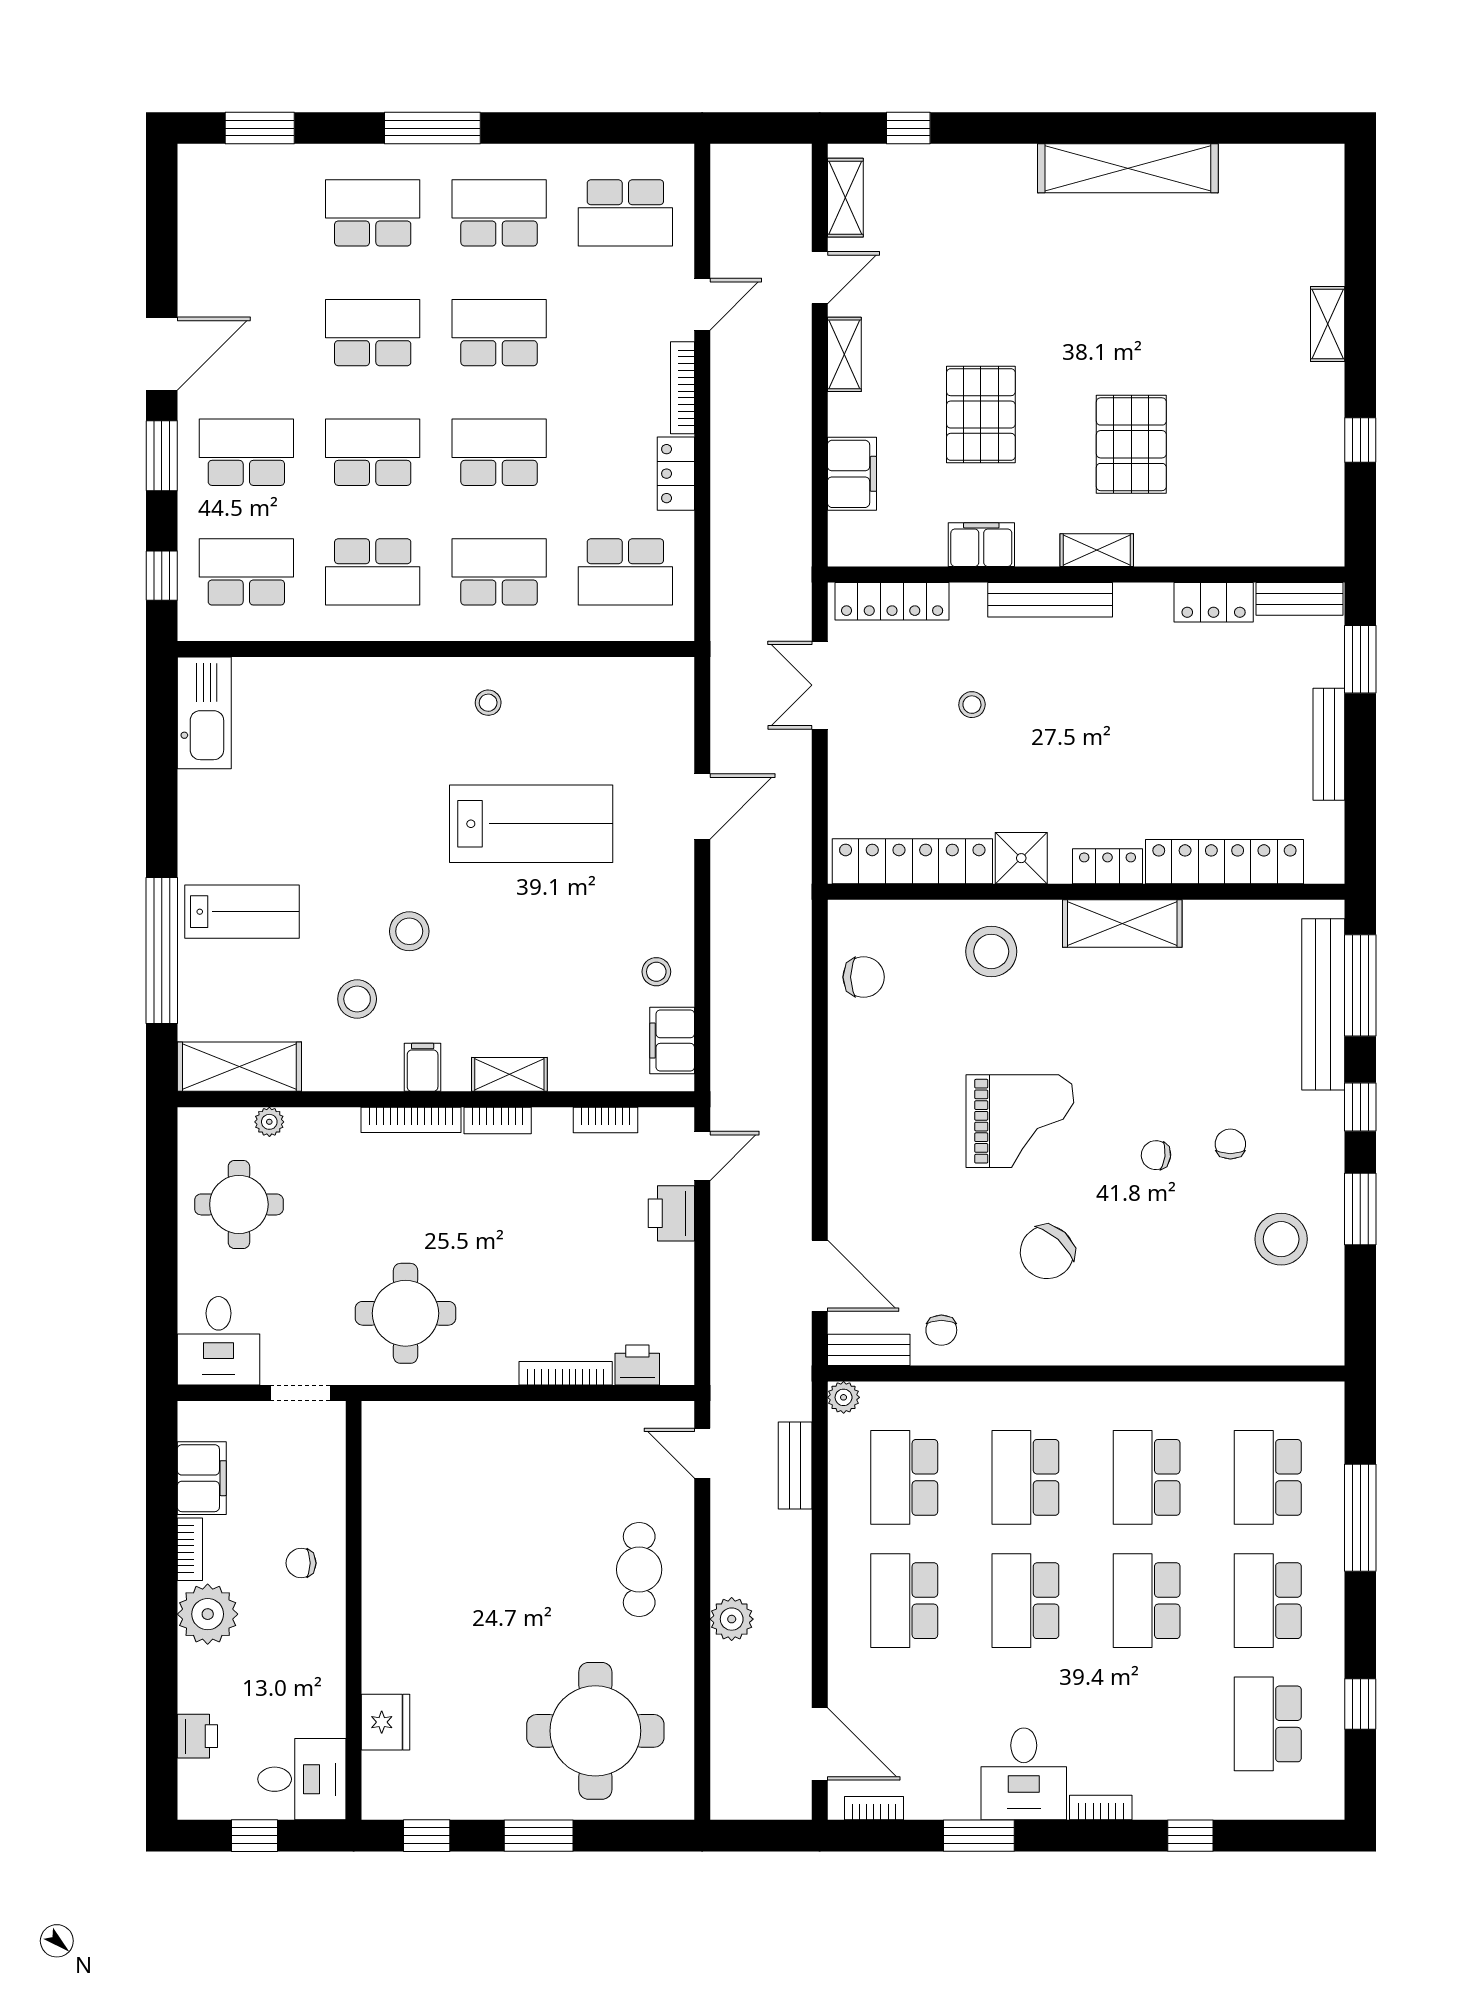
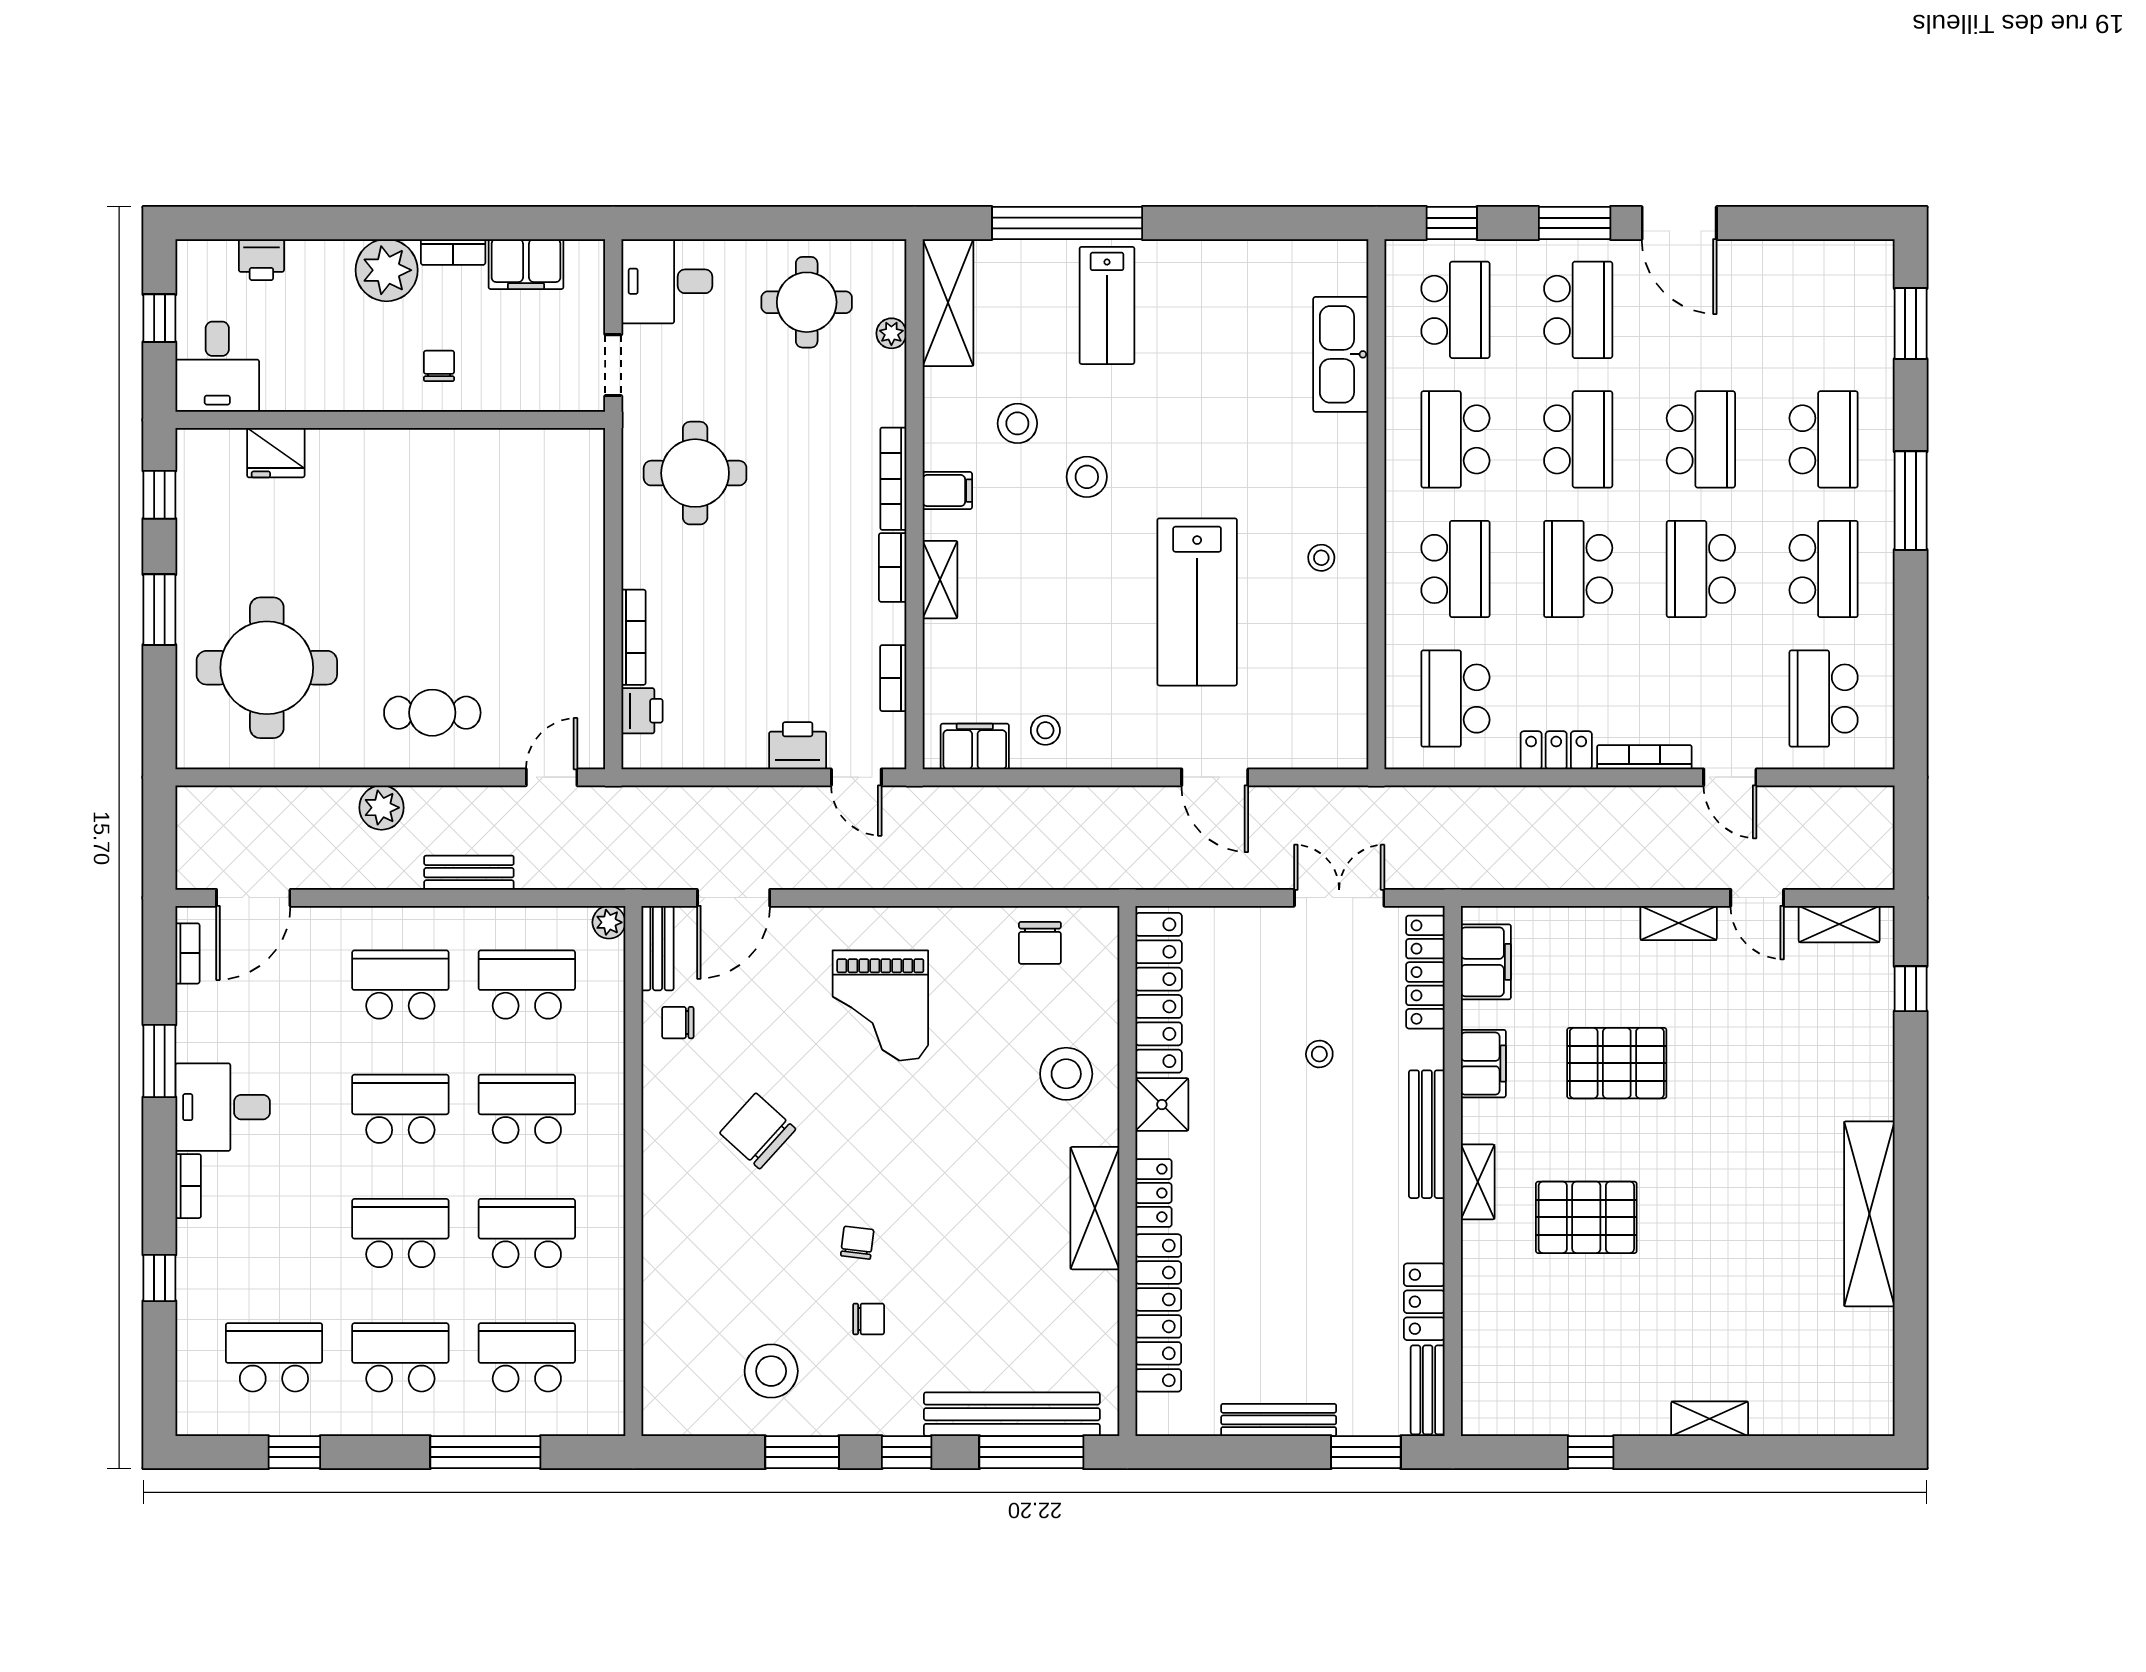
school desk: (499, 333) -> (1701, 569), turned 180
school desk: (499, 452) -> (1578, 569), turned 180
filing cabinet: (852, 474) -> (1486, 962), moved, turned -90
kitchen sink: (204, 713) -> (1341, 354), moved, turned 90
grand piano: (1020, 1121) -> (880, 1005), moved
bench: (795, 1466) -> (469, 873), moved

